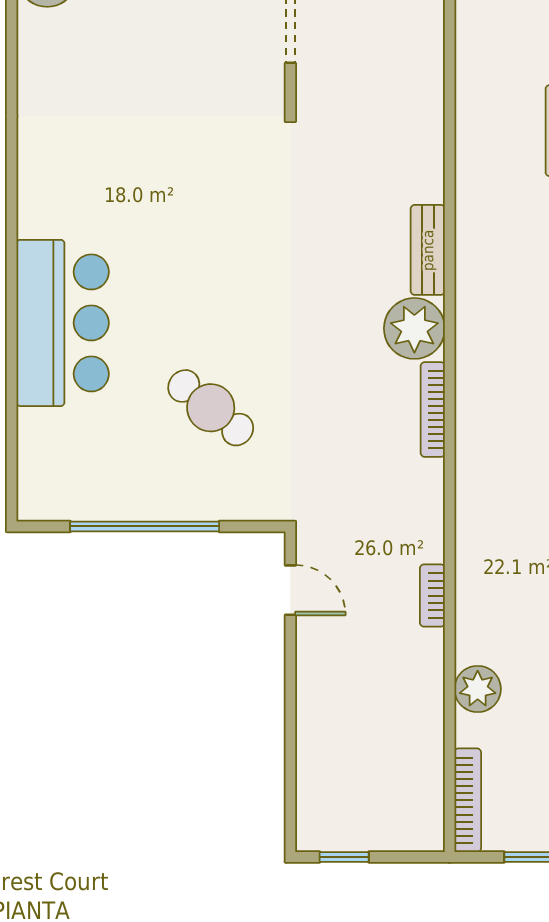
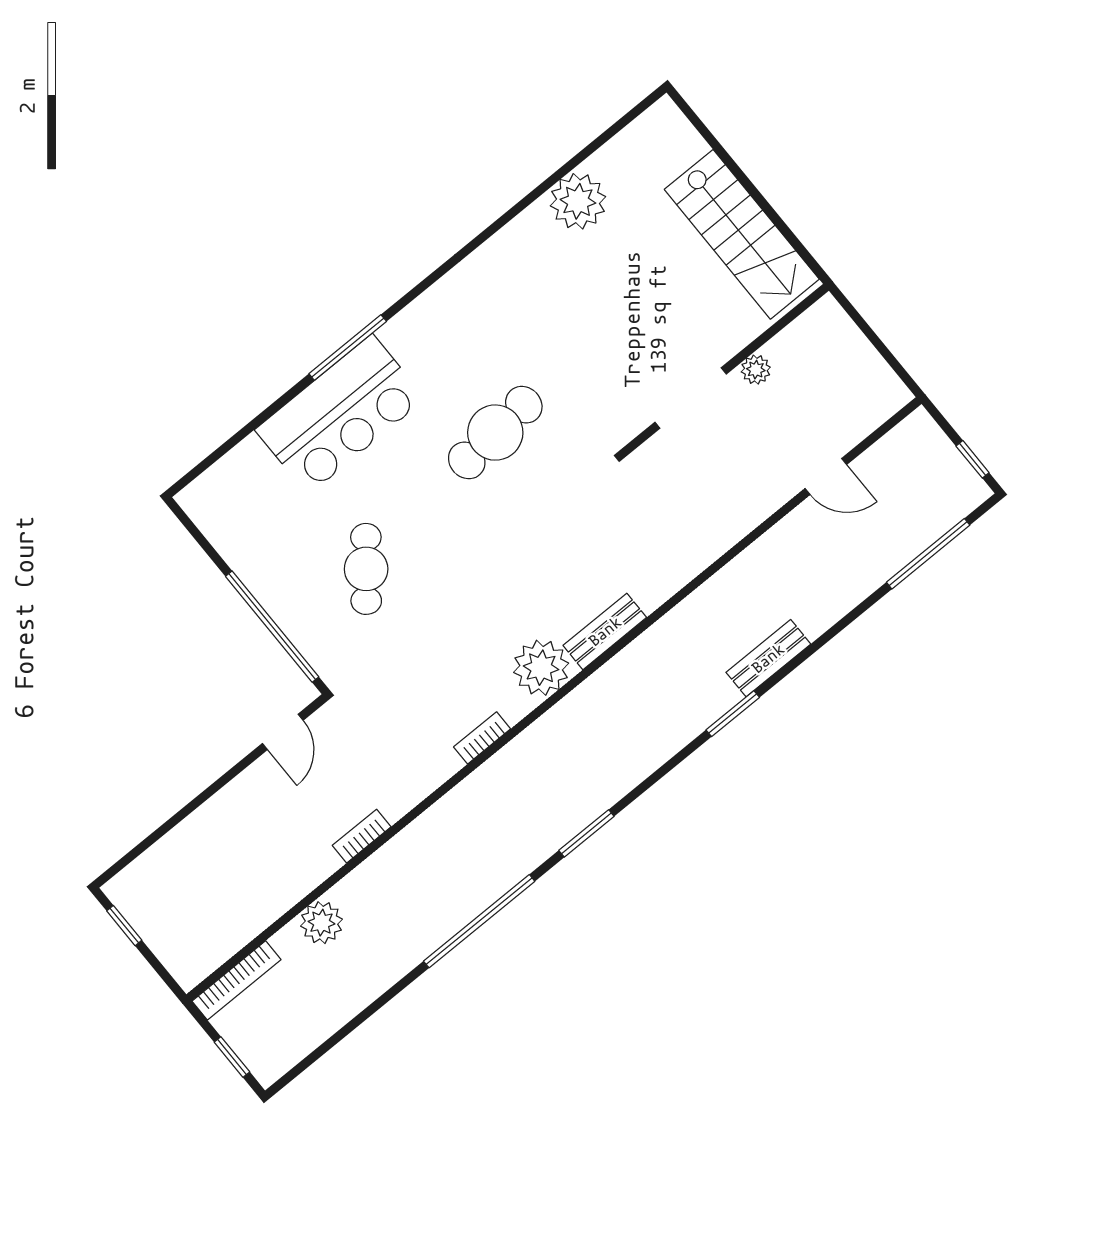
cafe table: (185, 205) -> (495, 433), added
window: (12, 271) -> (348, 348), added
bookcase: (433, 409) -> (482, 738), width x0.64
window: (145, 526) -> (272, 627), moved

